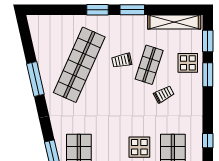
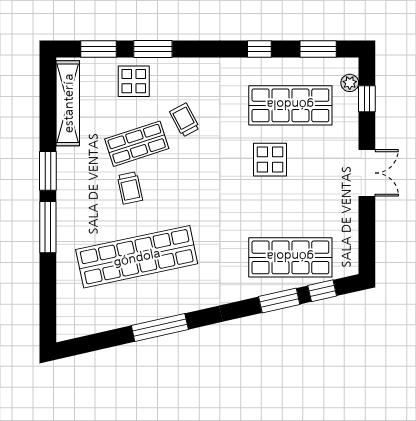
window: (98, 10) -> (48, 227), width x1.44
shop shelf: (79, 65) -> (137, 257), turned -36
shop shelf: (149, 65) -> (137, 144), turned -36

